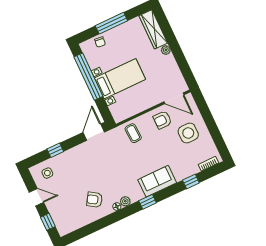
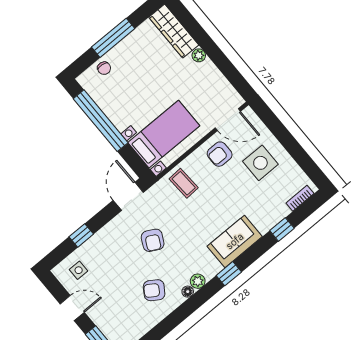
bed with nightstands: (120, 79) -> (164, 134), moved
armchair: (102, 166) -> (153, 240), added

